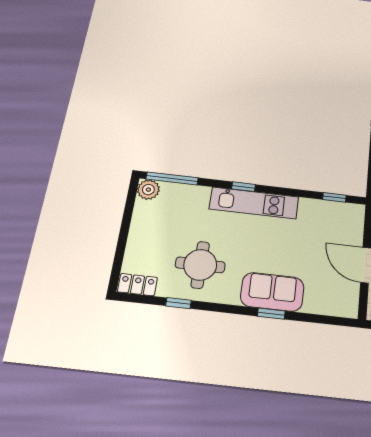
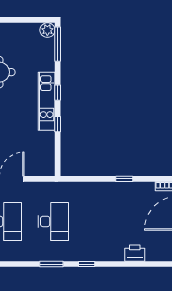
window: (334, 197) -> (58, 124), moved

